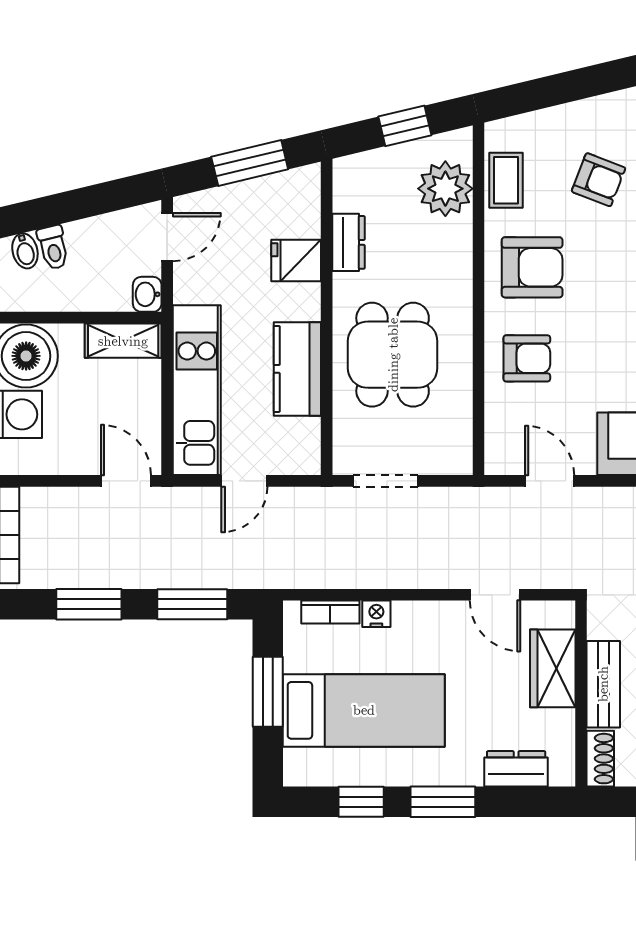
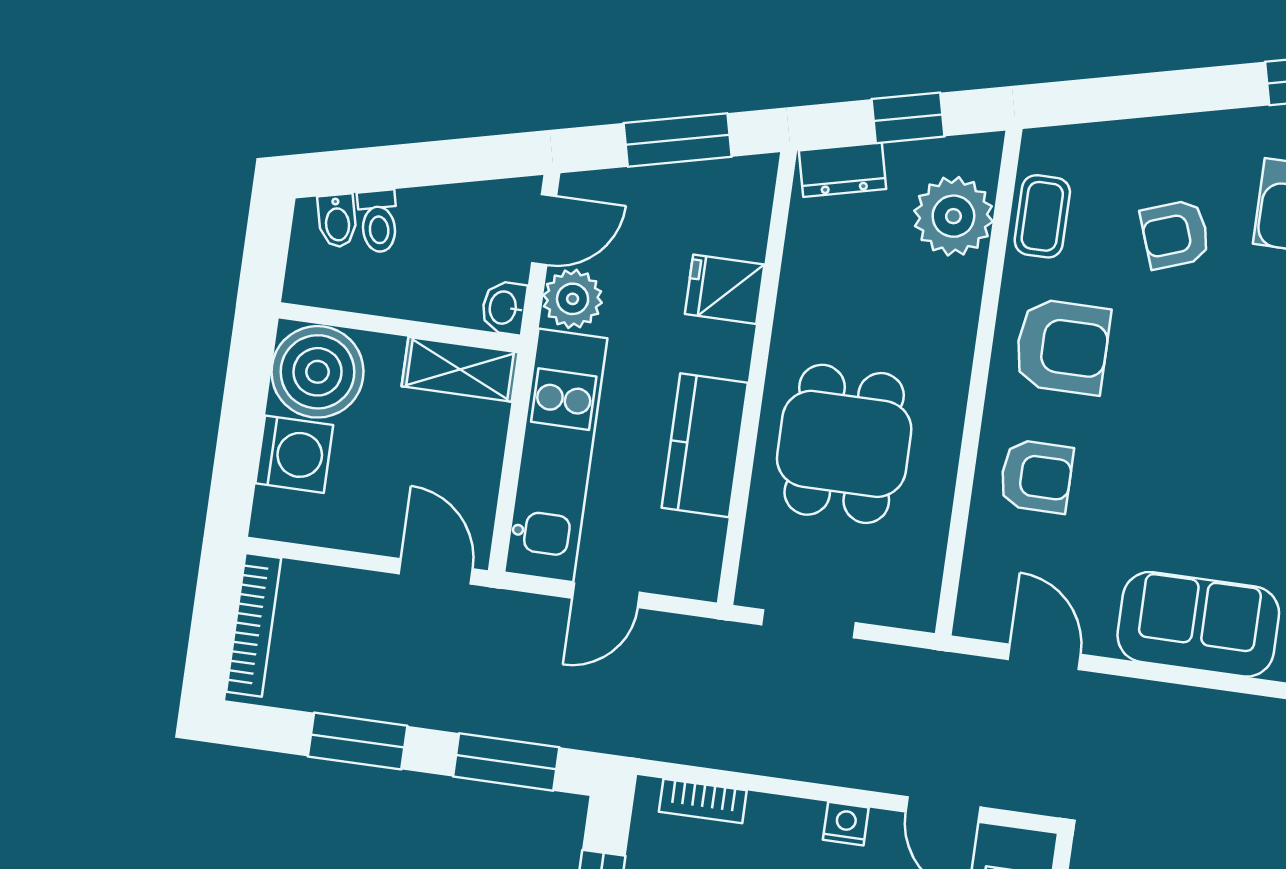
armchair: (598, 180) -> (1175, 234), turned 139
dresser: (348, 242) -> (843, 170), moved, turned 77
plant: (193, 282) -> (573, 299), added
nightstand: (376, 614) -> (846, 824), moved

